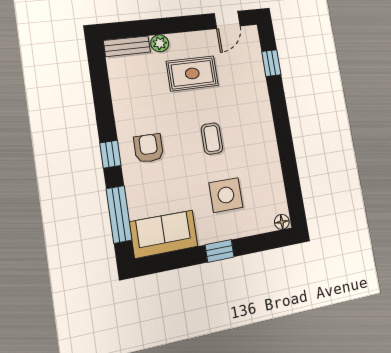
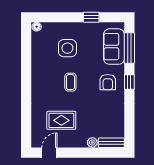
window: (271, 63) -> (26, 123), removed
rug: (192, 73) -> (61, 120), moved
sofa: (164, 234) -> (114, 47), moved, turned 90
window: (219, 251) -> (91, 17), moved

